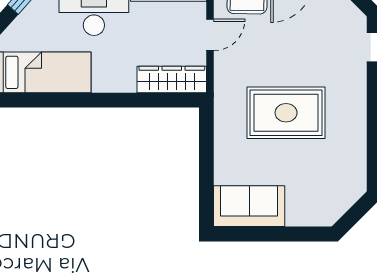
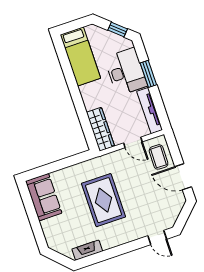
fireplace: (357, 165) -> (87, 250), added

